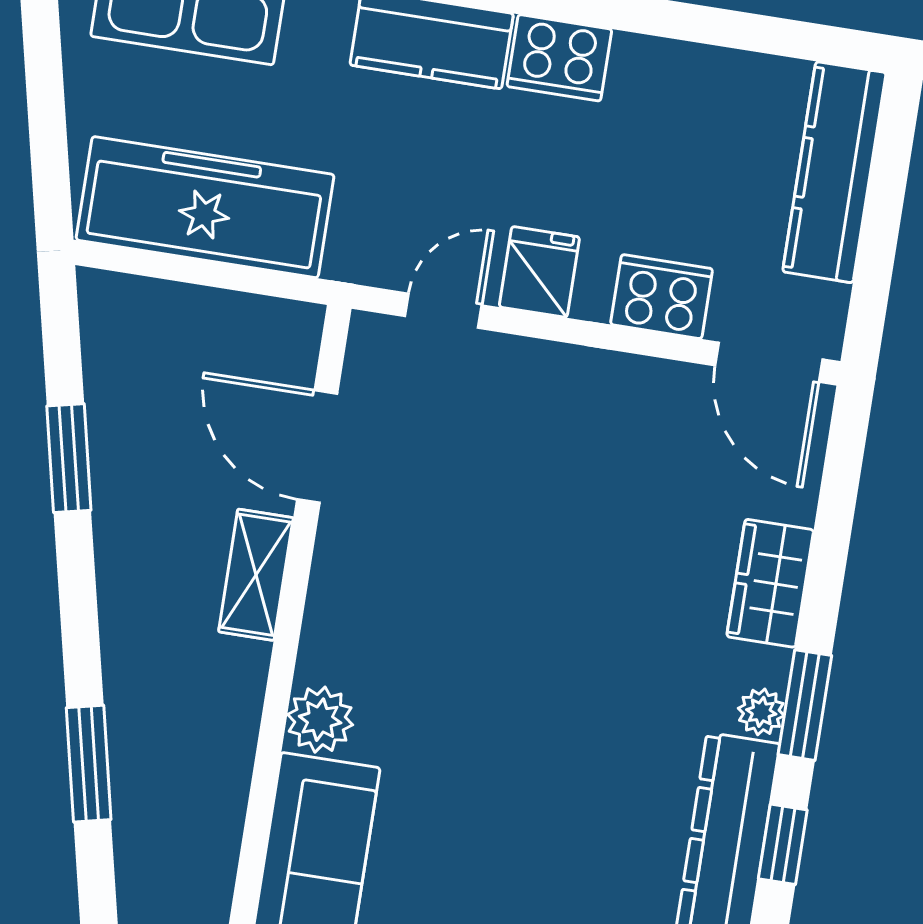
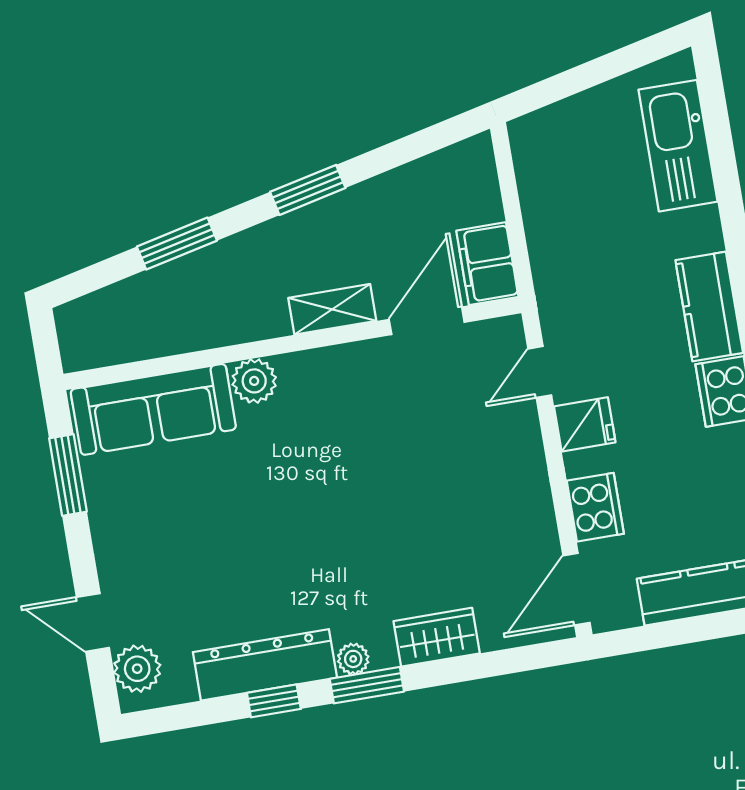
freezer: (205, 207) -> (554, 199), removed
door: (443, 311) -> (540, 372), swing flipped
filing cabinet: (265, 333) -> (487, 264), added
window: (69, 458) -> (308, 190), moved

